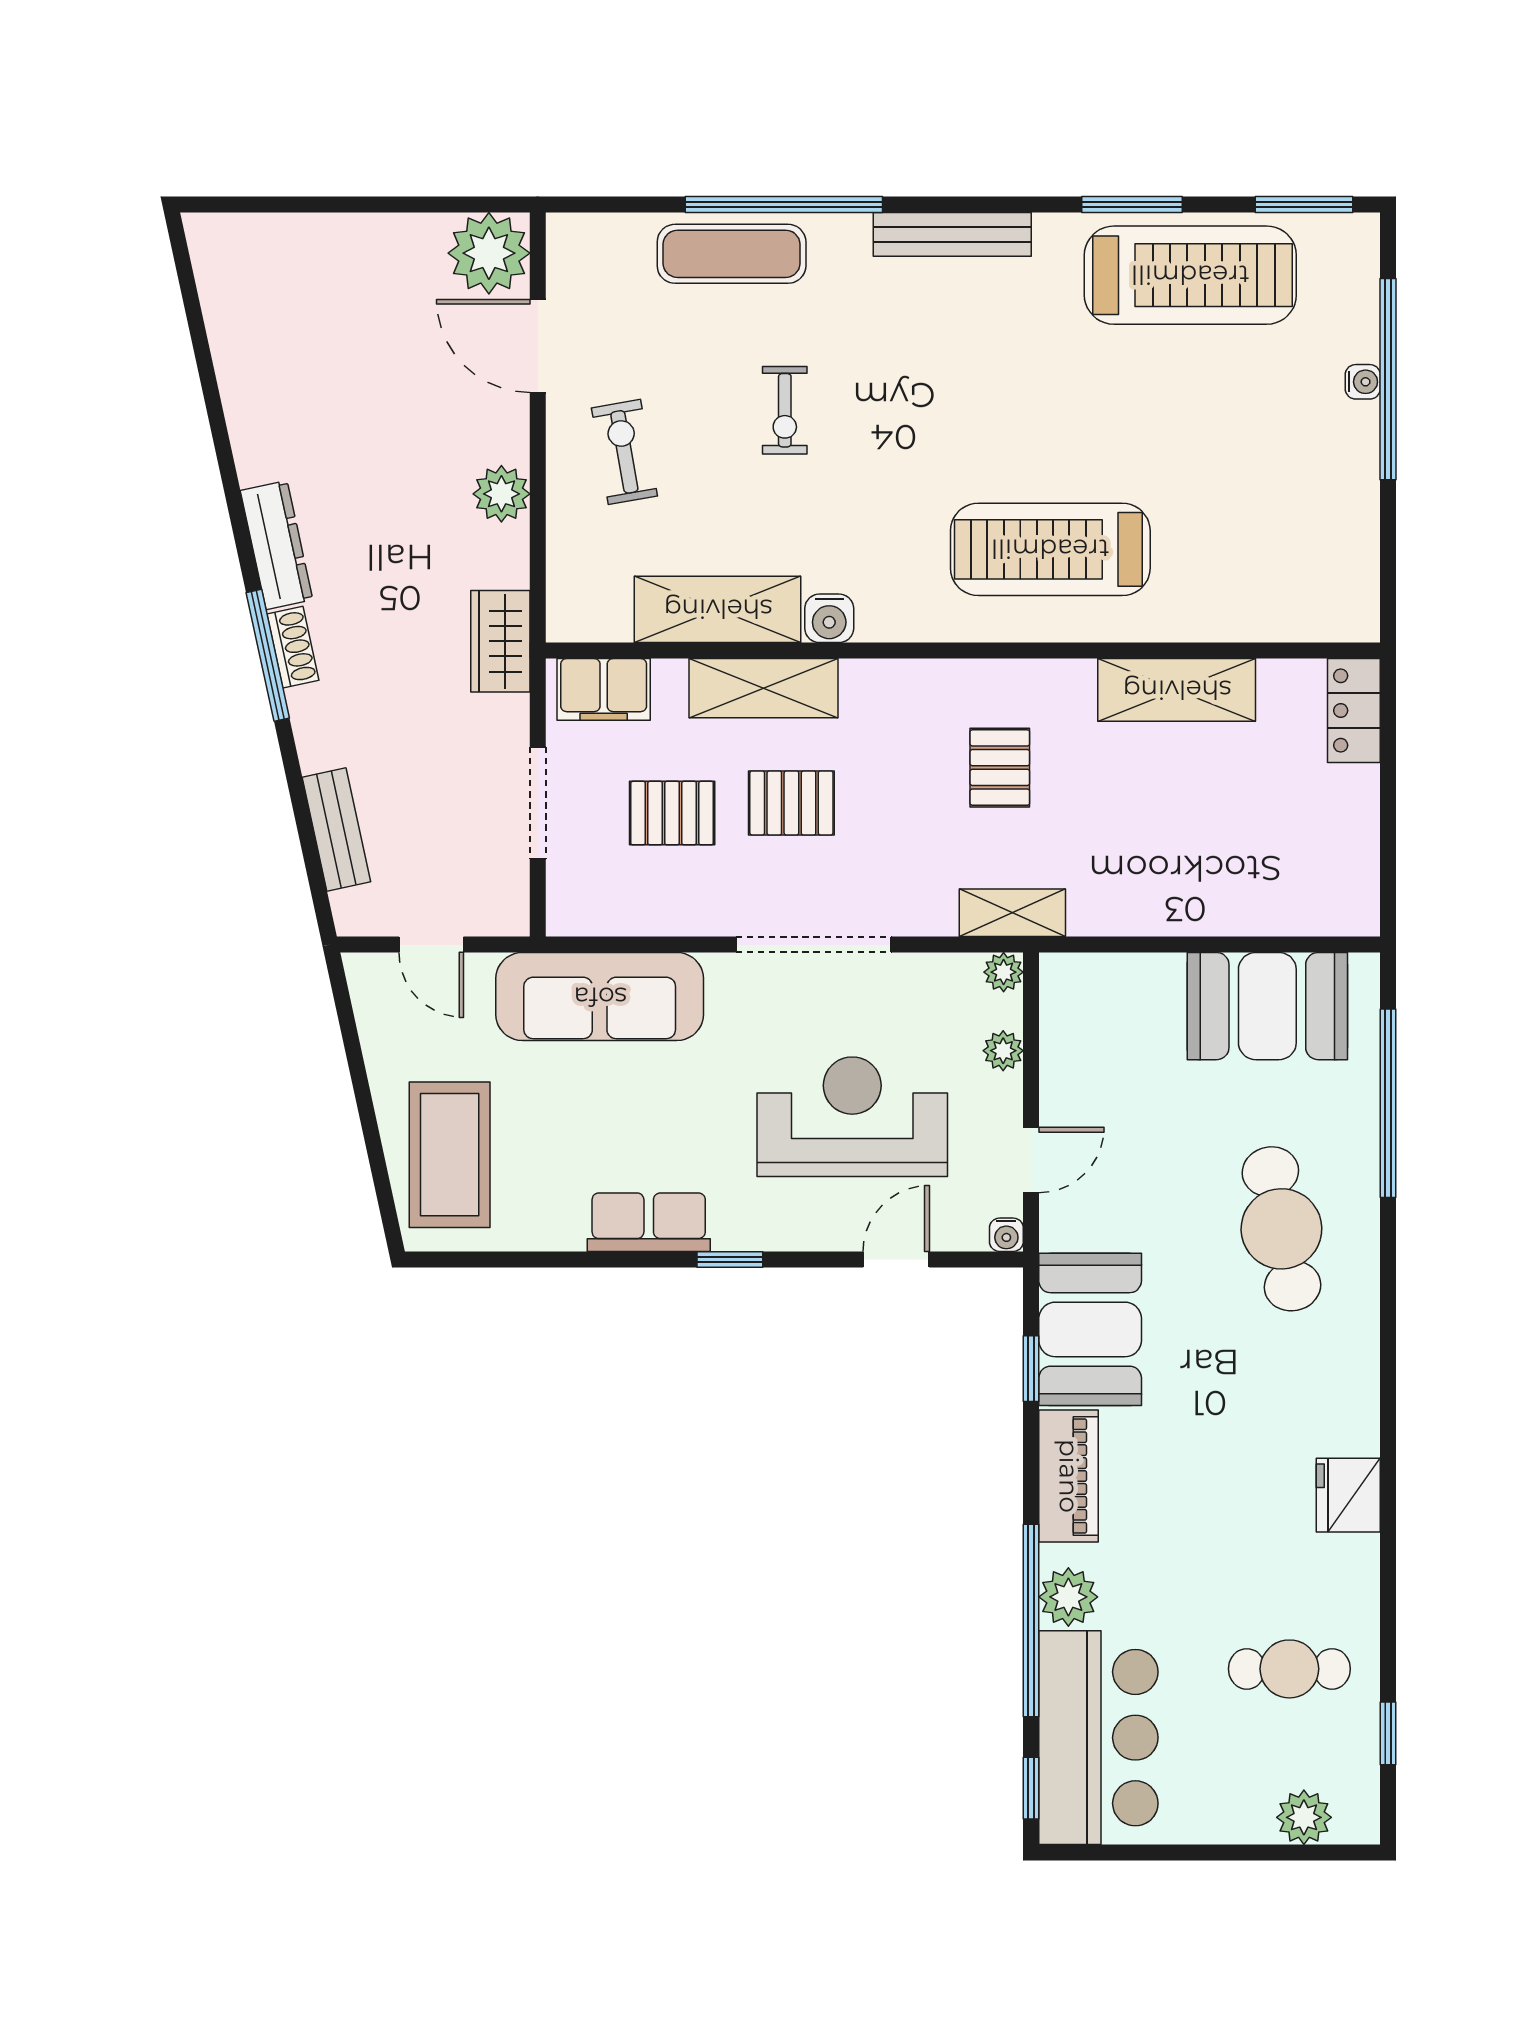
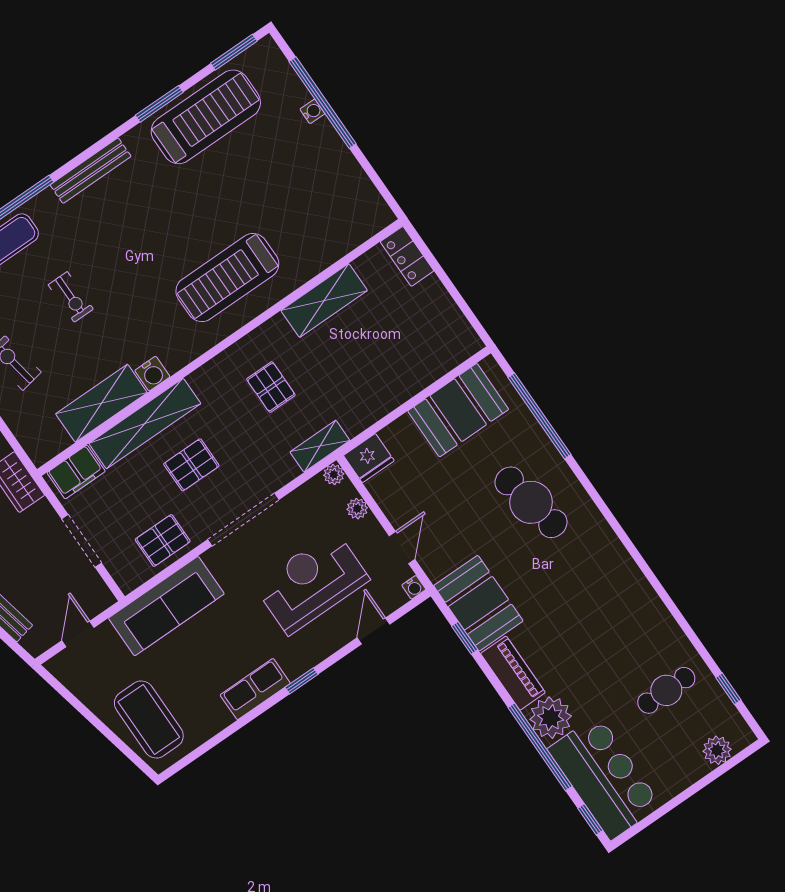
shelving: (764, 688) -> (145, 424), width x1.47
pallet: (672, 813) -> (163, 540), moved
door: (431, 945) -> (78, 634), swing flipped
fridge: (1348, 1495) -> (369, 458), moved, turned -90
plant: (1068, 1597) -> (551, 718), width x1.36, depth x1.36

